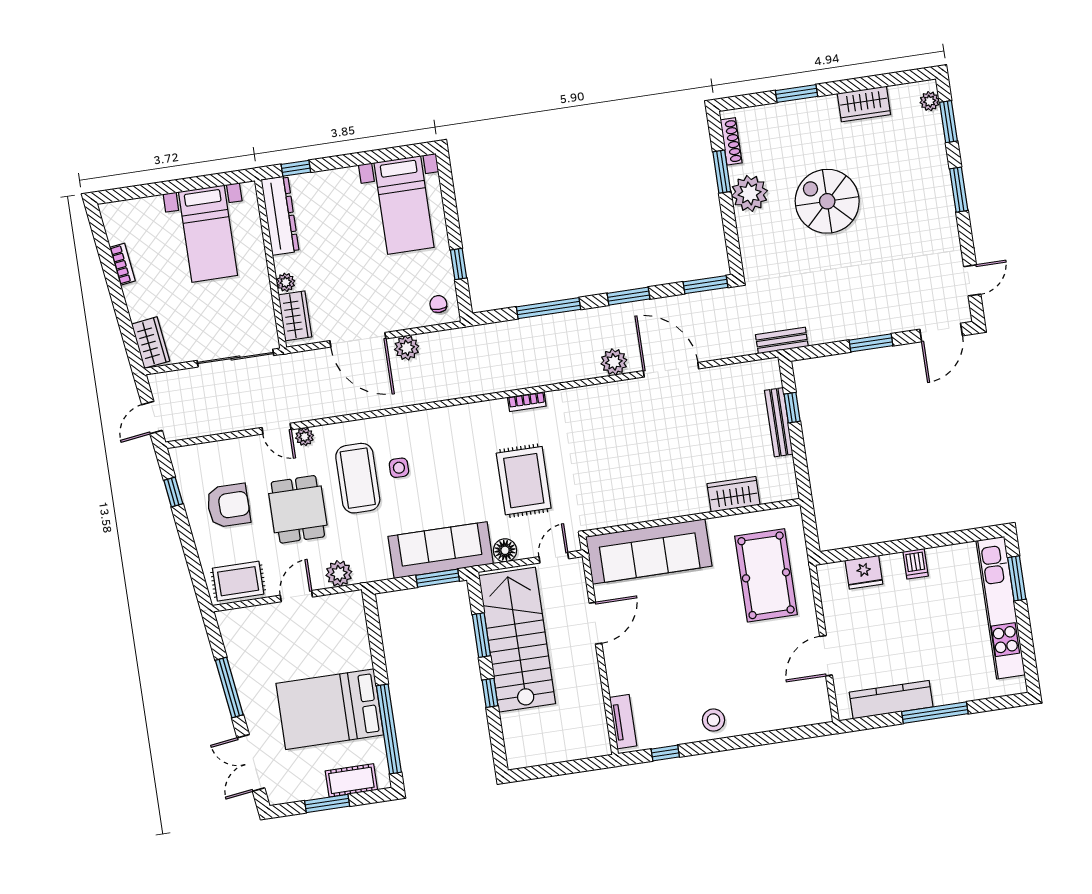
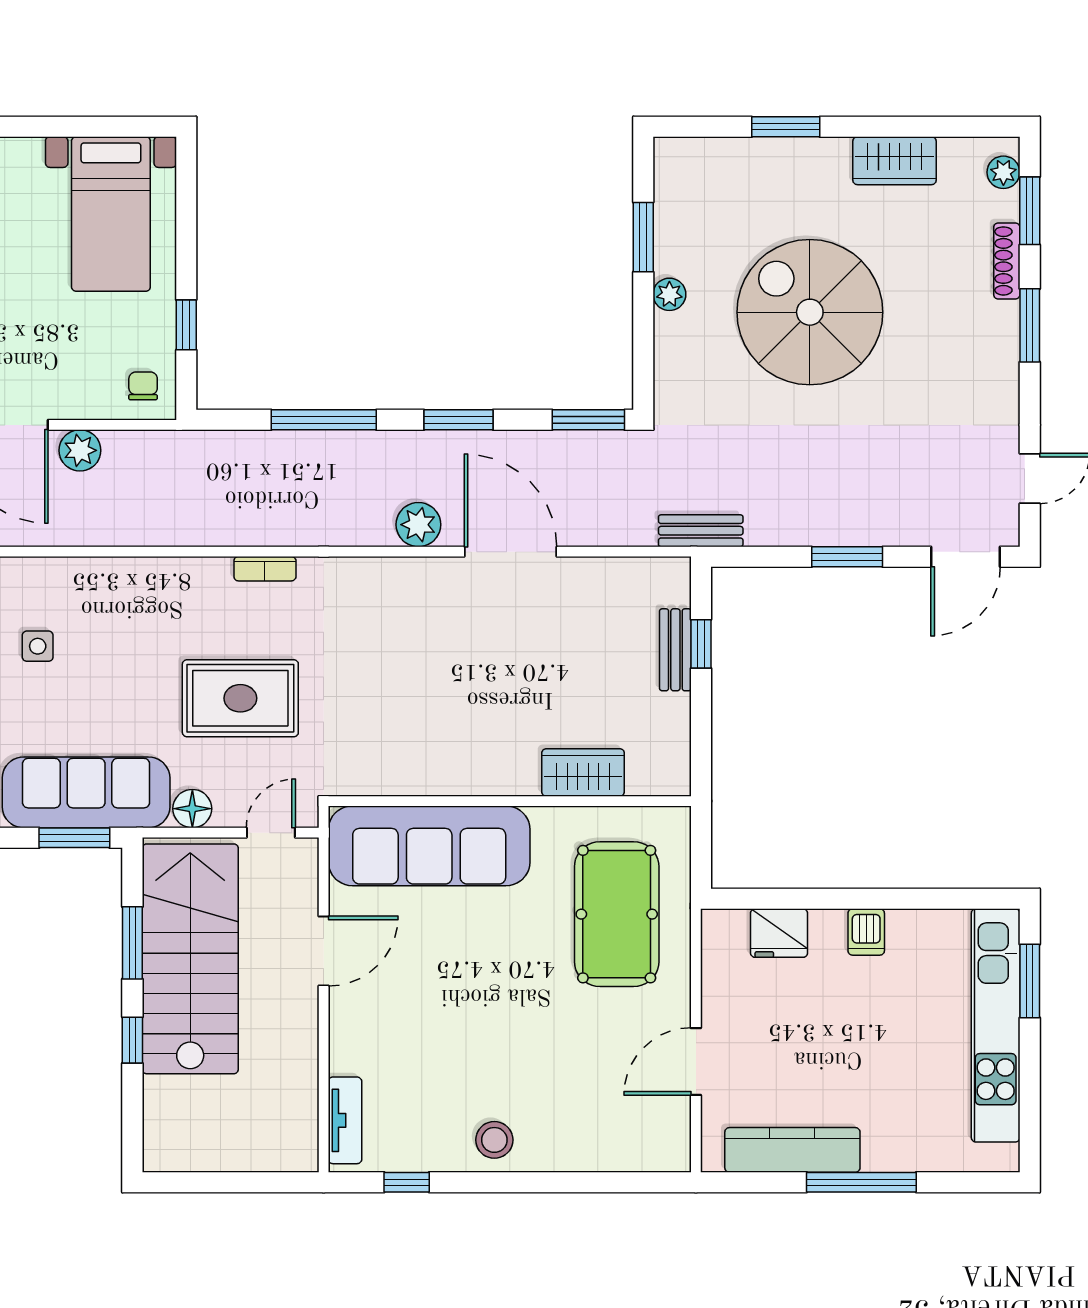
shoe rack: (731, 141) -> (1007, 261), moved, turned 180
plant: (750, 193) -> (669, 294), width x0.53, depth x0.53
spiral stairs: (827, 201) -> (810, 312), width x1.37, depth x1.37
bench: (779, 422) -> (675, 650), width x0.73
rug: (524, 481) -> (240, 698), turned 90

